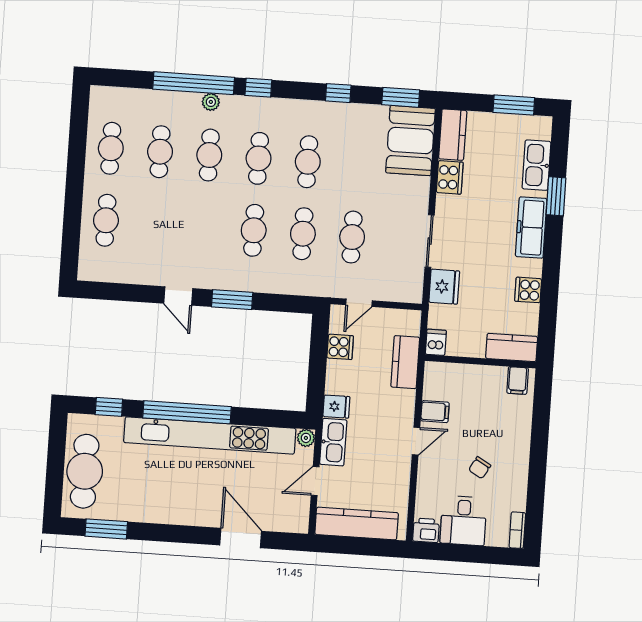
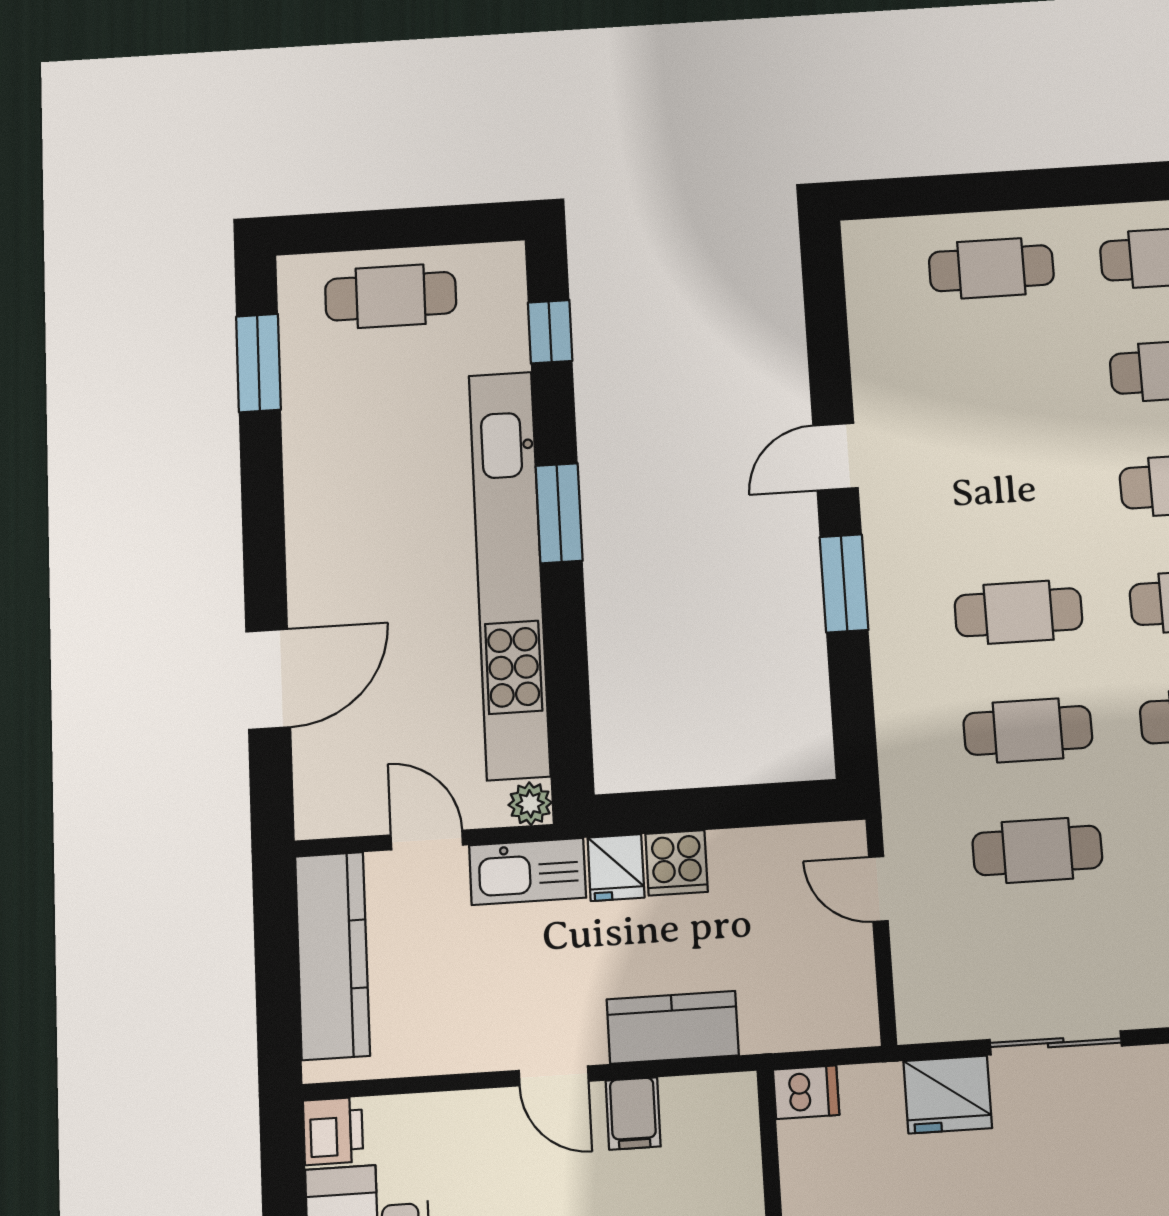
cooker: (340, 347) -> (677, 863), moved
kitchen counter: (405, 362) -> (673, 1027), moved
window: (187, 412) -> (559, 513), width x0.47
cafe table: (85, 471) -> (391, 296), width x0.73, depth x0.74

